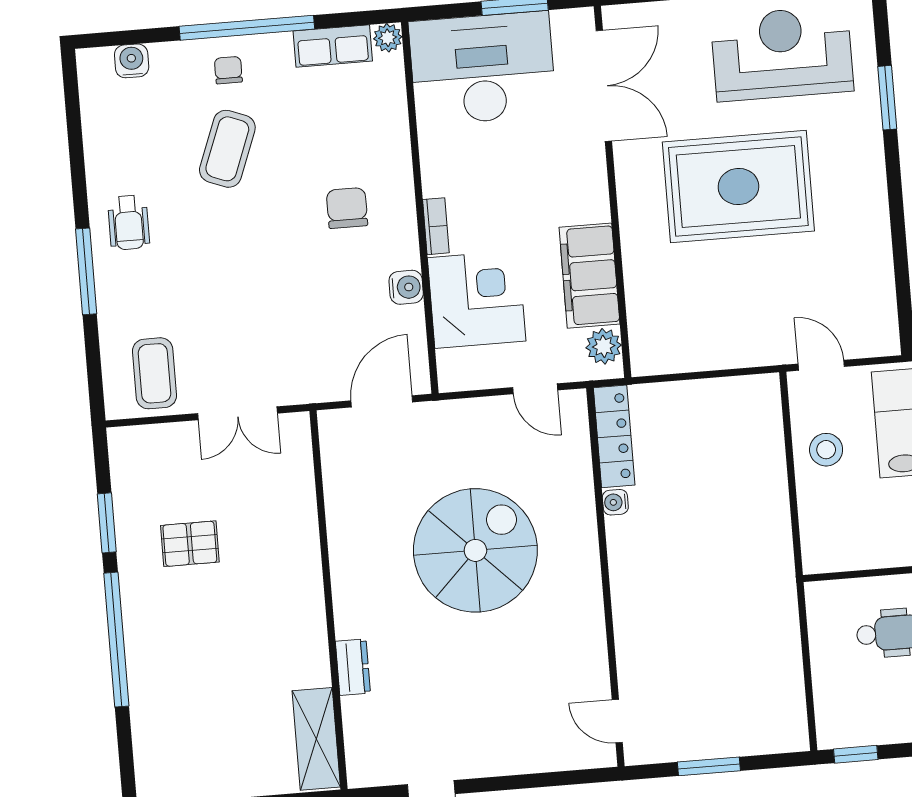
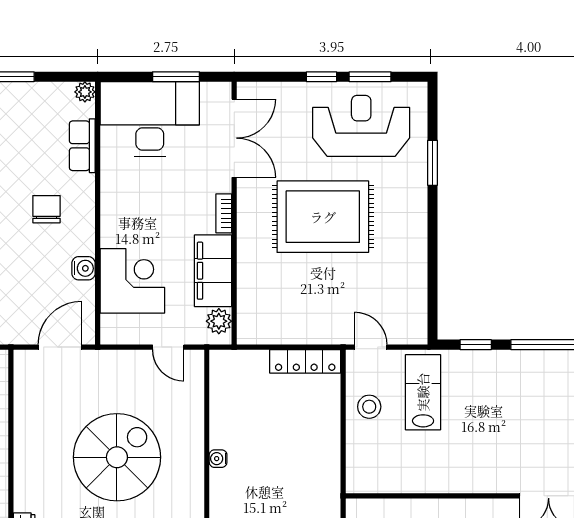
row of seats: (333, 46) -> (82, 146), moved, turned 90
bookcase: (436, 226) -> (224, 213), moved, turned 180
locker: (614, 436) -> (305, 361), moved, turned 90
water cooler: (615, 502) -> (218, 459), moved

